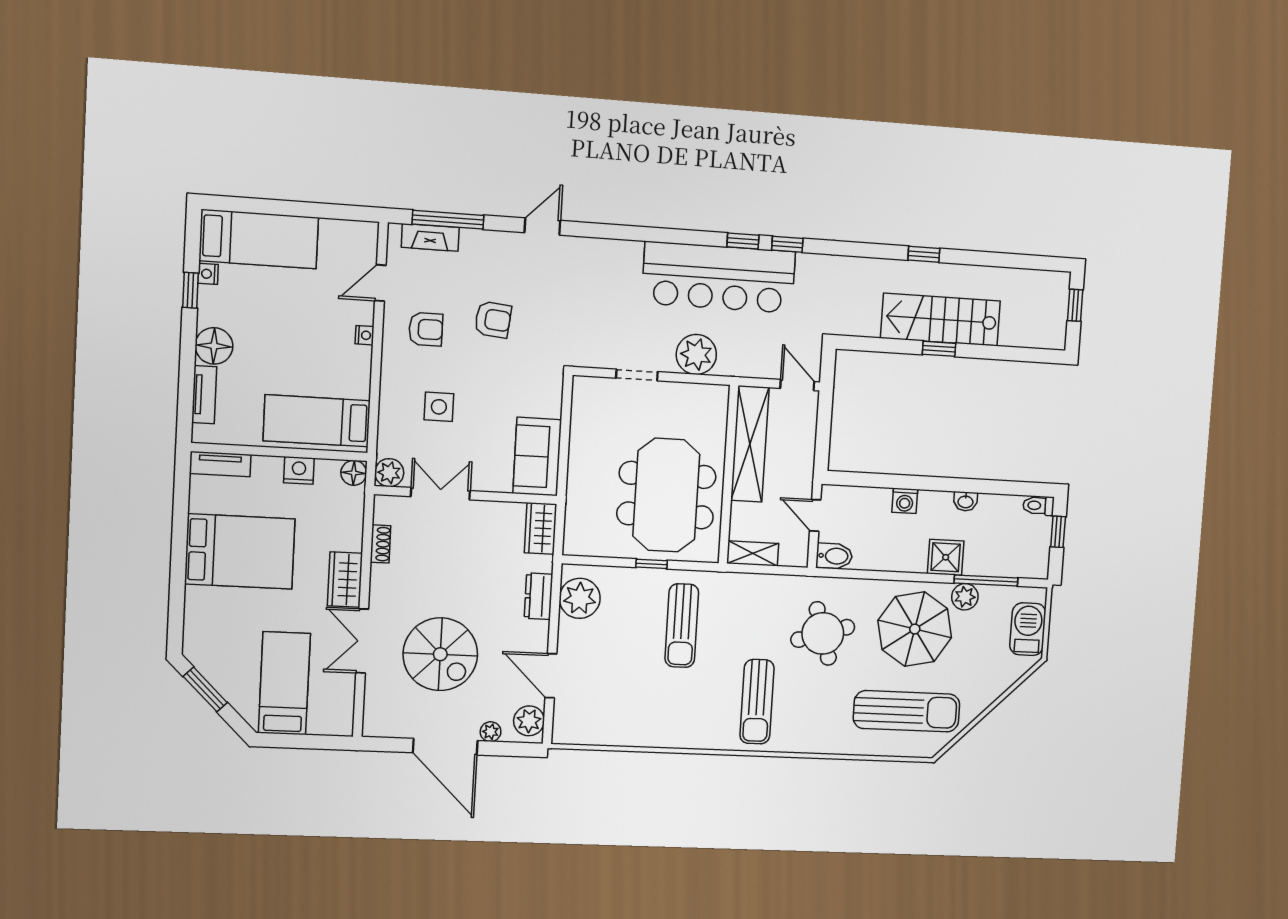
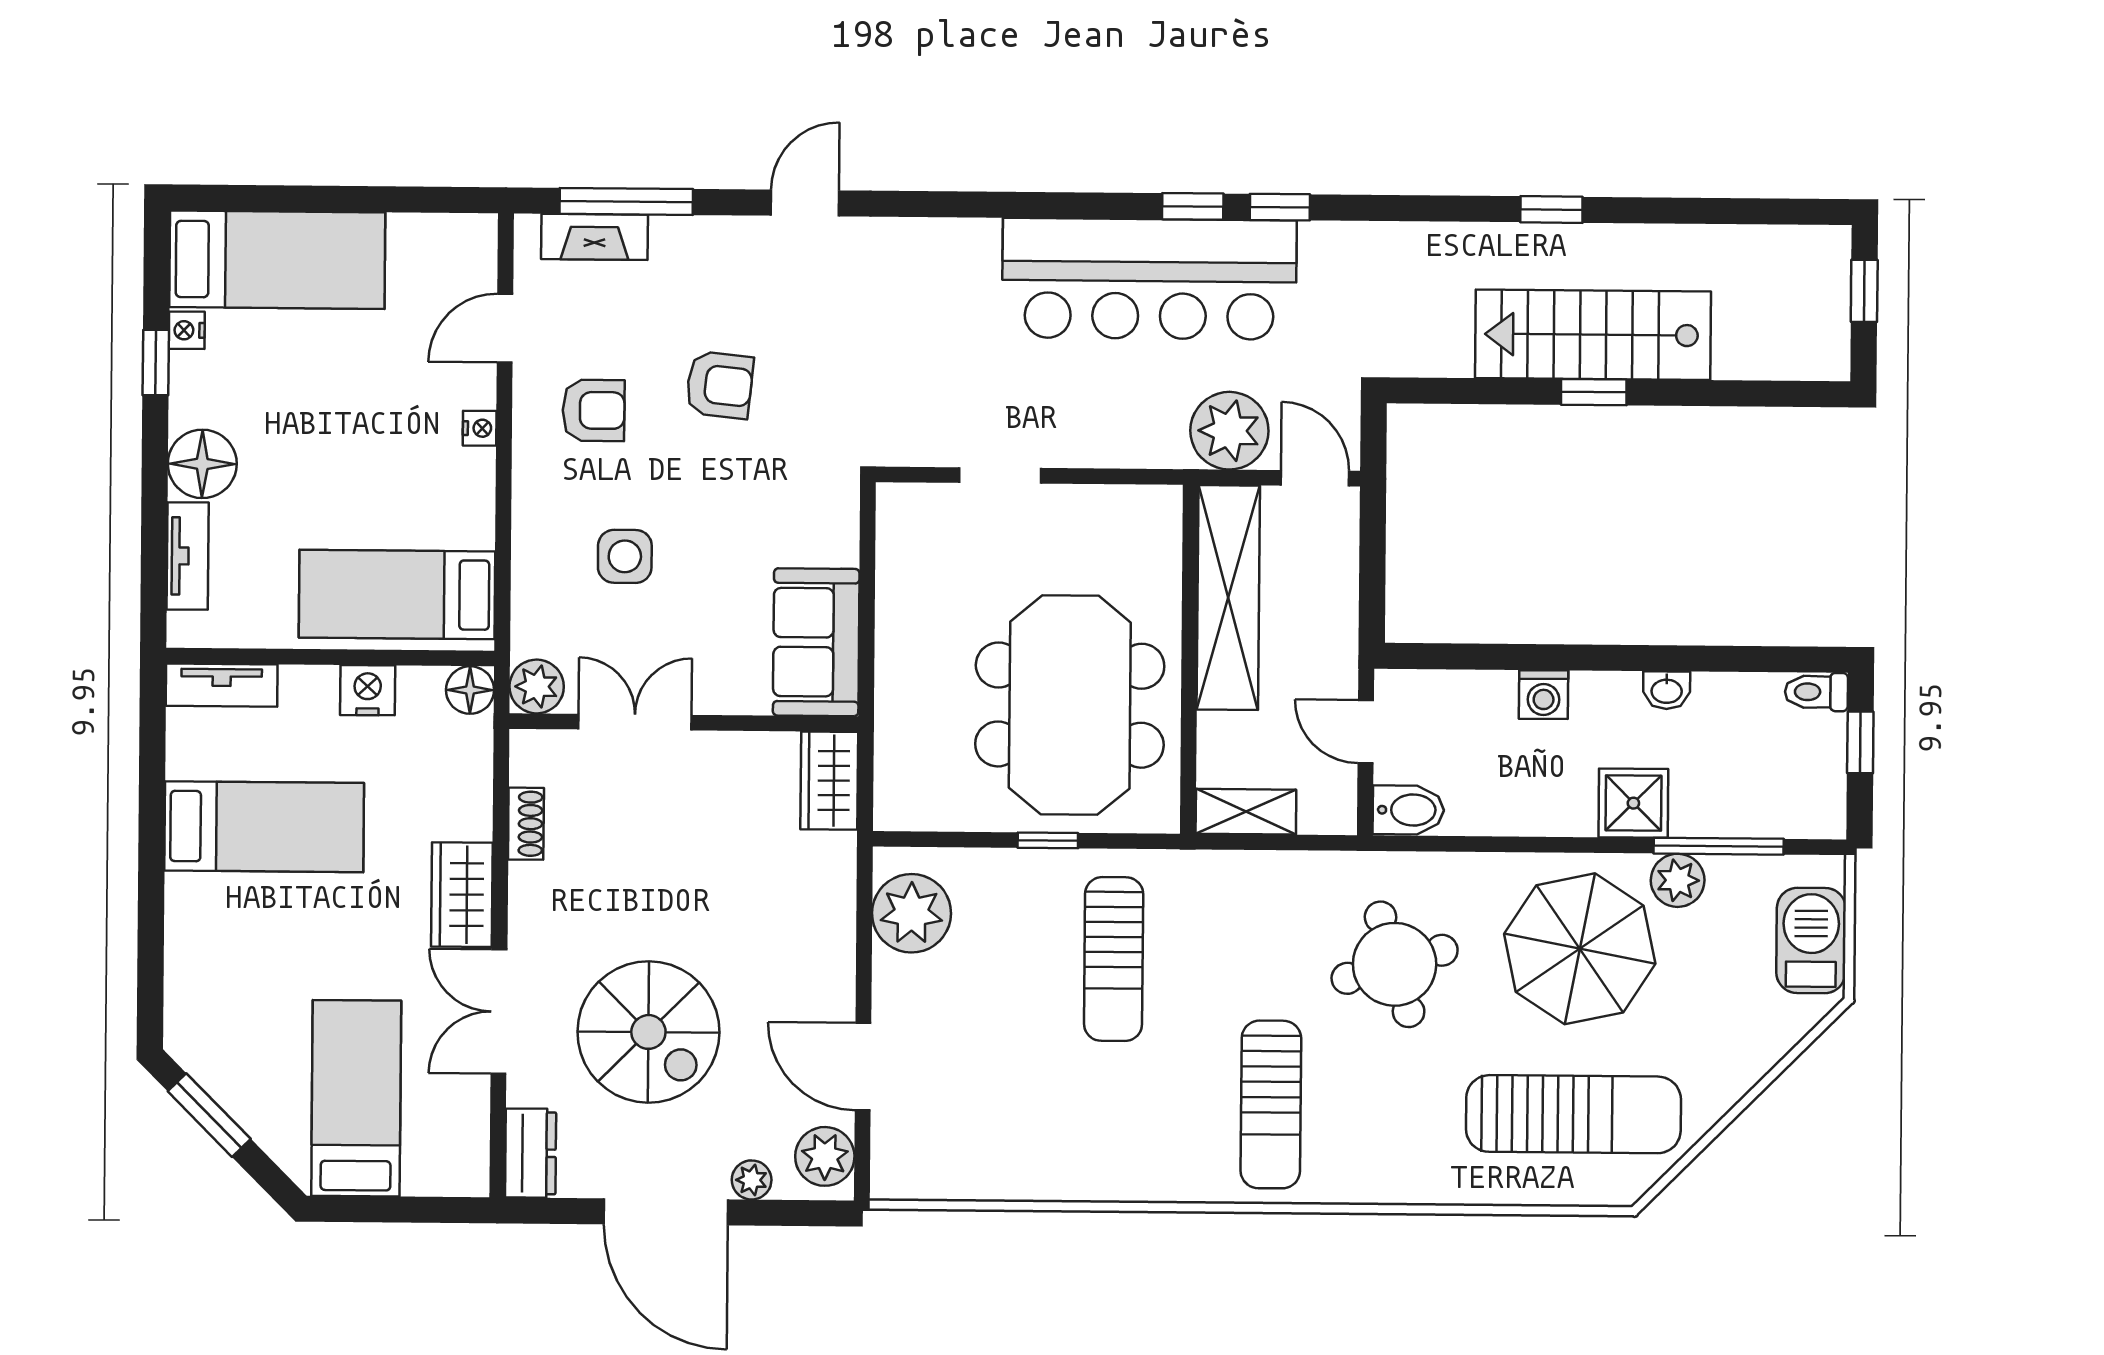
plant: (696, 354) -> (1229, 431), moved
bed: (240, 551) -> (264, 827), width x0.67
dresser: (538, 596) -> (531, 1153), moved, turned 180

